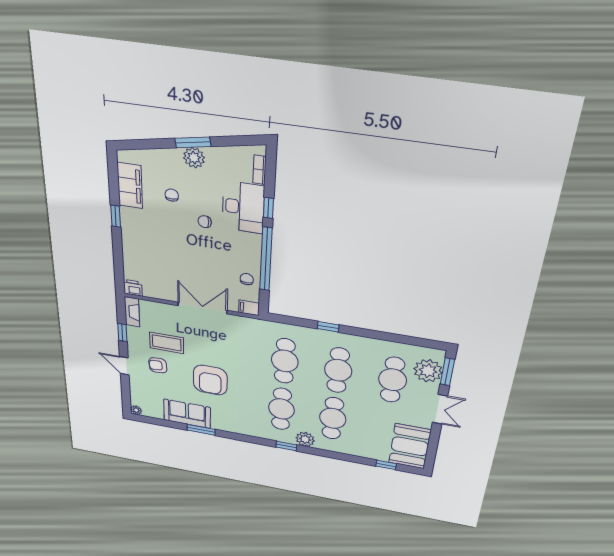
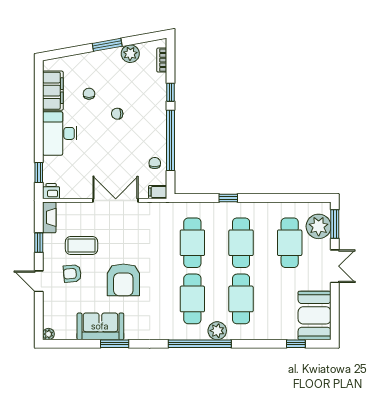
plant: (194, 158) -> (130, 54), moved
desk: (243, 207) -> (60, 133), moved, turned 180
window: (116, 216) -> (39, 172), moved
window: (286, 446) -> (200, 344), width x3.17

